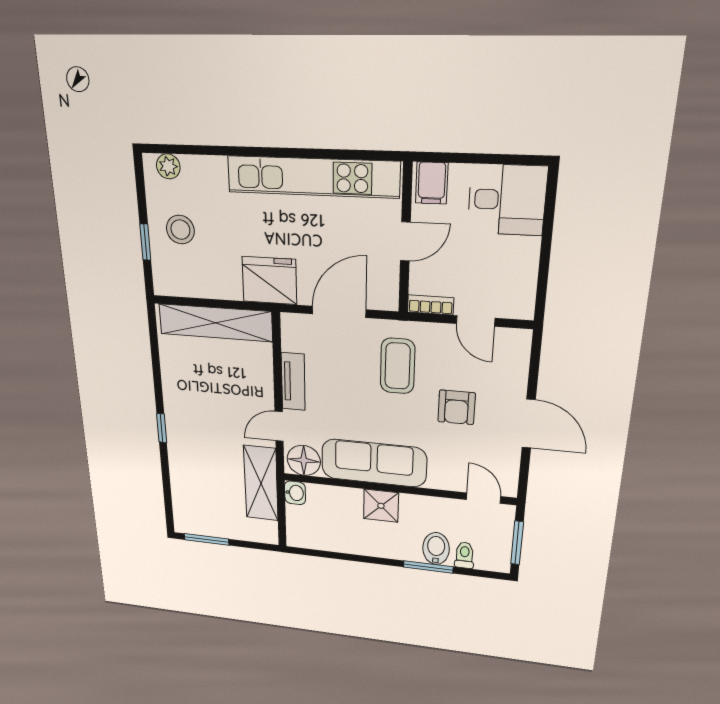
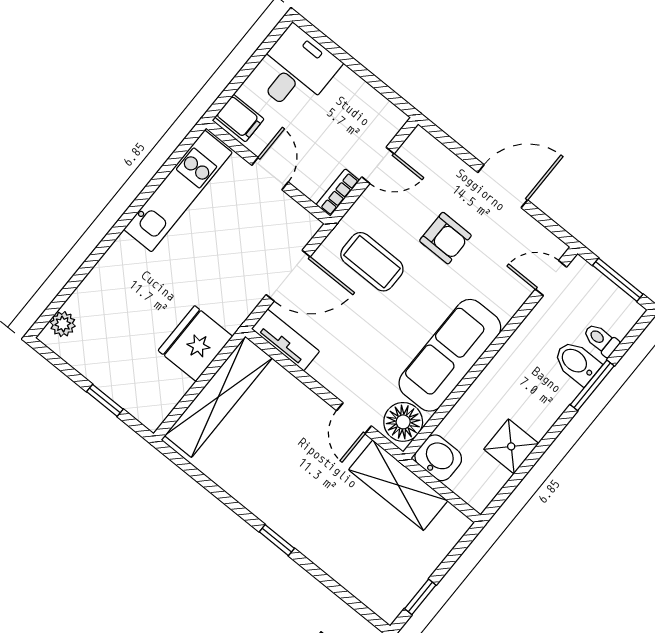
kitchen unit: (313, 177) -> (178, 191), width x0.73
stool: (180, 230) -> (119, 359), removed
fridge: (269, 281) -> (195, 343), moved
door: (339, 312) -> (288, 276), swing flipped
tv unit: (293, 382) -> (285, 340), moved
washbasin: (295, 493) -> (438, 458), width x1.38, depth x1.45
shower: (381, 506) -> (511, 446), moved
window: (206, 539) -> (420, 597), width x0.67

